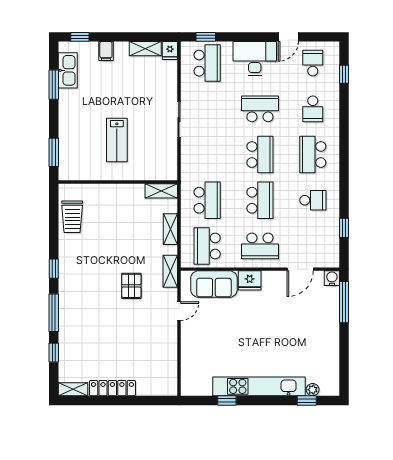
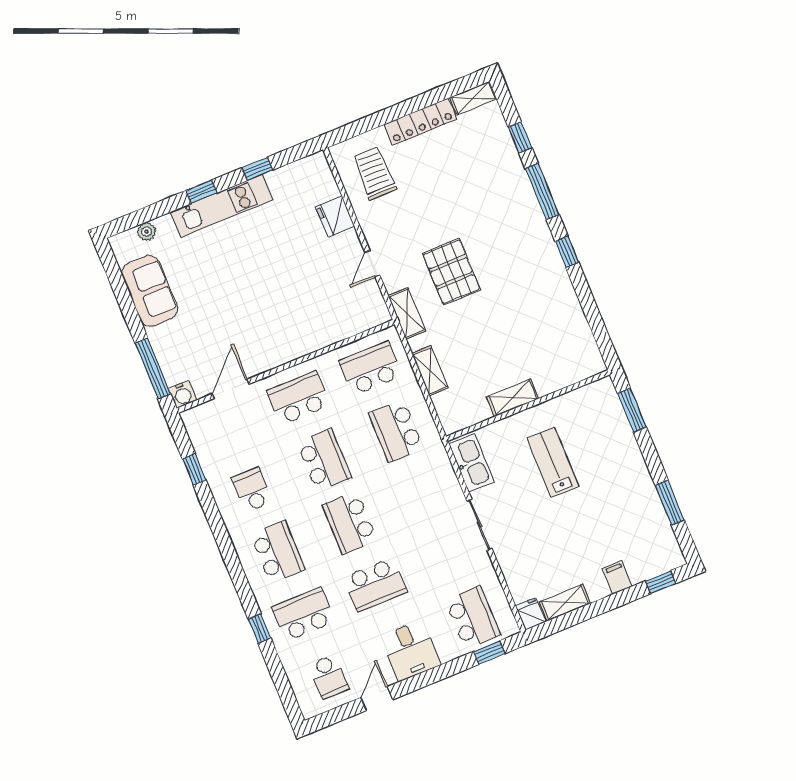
desk: (255, 58) -> (411, 650), width x0.73
school desk: (207, 63) -> (473, 618), turned 180
kitchen sink: (68, 70) -> (472, 463), moved, turned 180
window: (344, 74) -> (259, 629), moved
school desk: (313, 109) -> (303, 614), width x1.85
shelving: (161, 191) -> (513, 398), moved
school desk: (260, 200) -> (324, 460), turned 180
school desk: (313, 200) -> (252, 490), turned 90
trolley: (72, 217) -> (375, 173), moved
school desk: (207, 246) -> (371, 368), turned -90
fridge: (250, 280) -> (335, 217), moved, turned -90
sofa: (214, 284) -> (150, 291), moved, turned 90
pallet: (131, 286) -> (452, 272), width x1.50, depth x1.42
kitchen unit: (259, 386) -> (221, 206), width x0.73
window: (307, 400) -> (201, 192), moved

